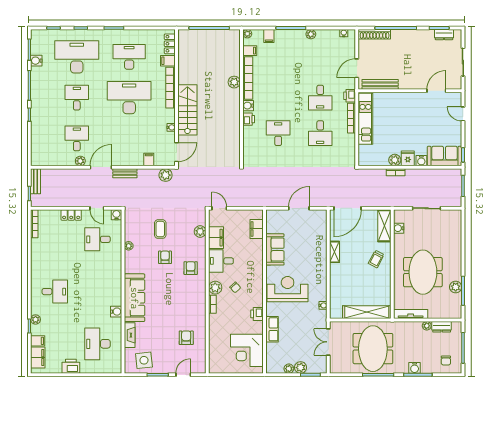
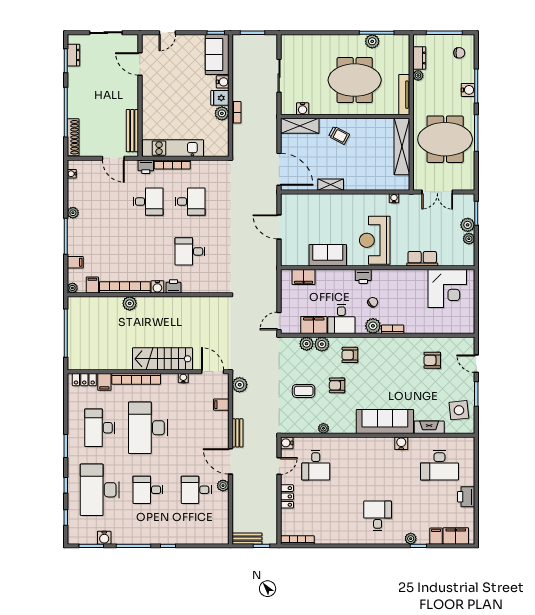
plant: (200, 244) -> (322, 344), added
printer: (257, 314) -> (363, 276), moved

